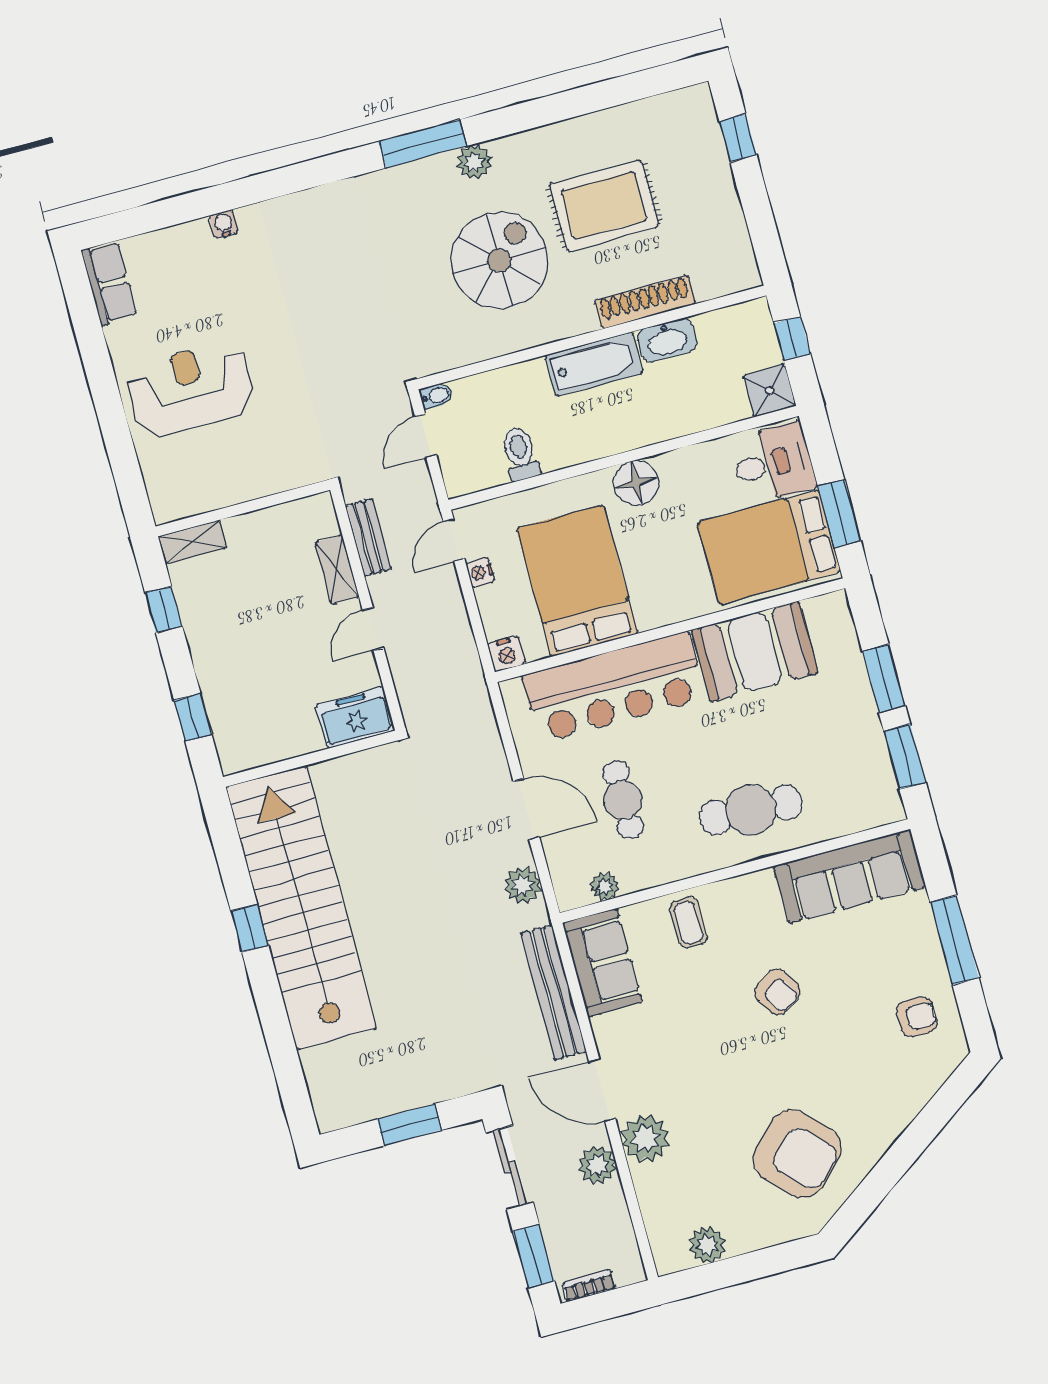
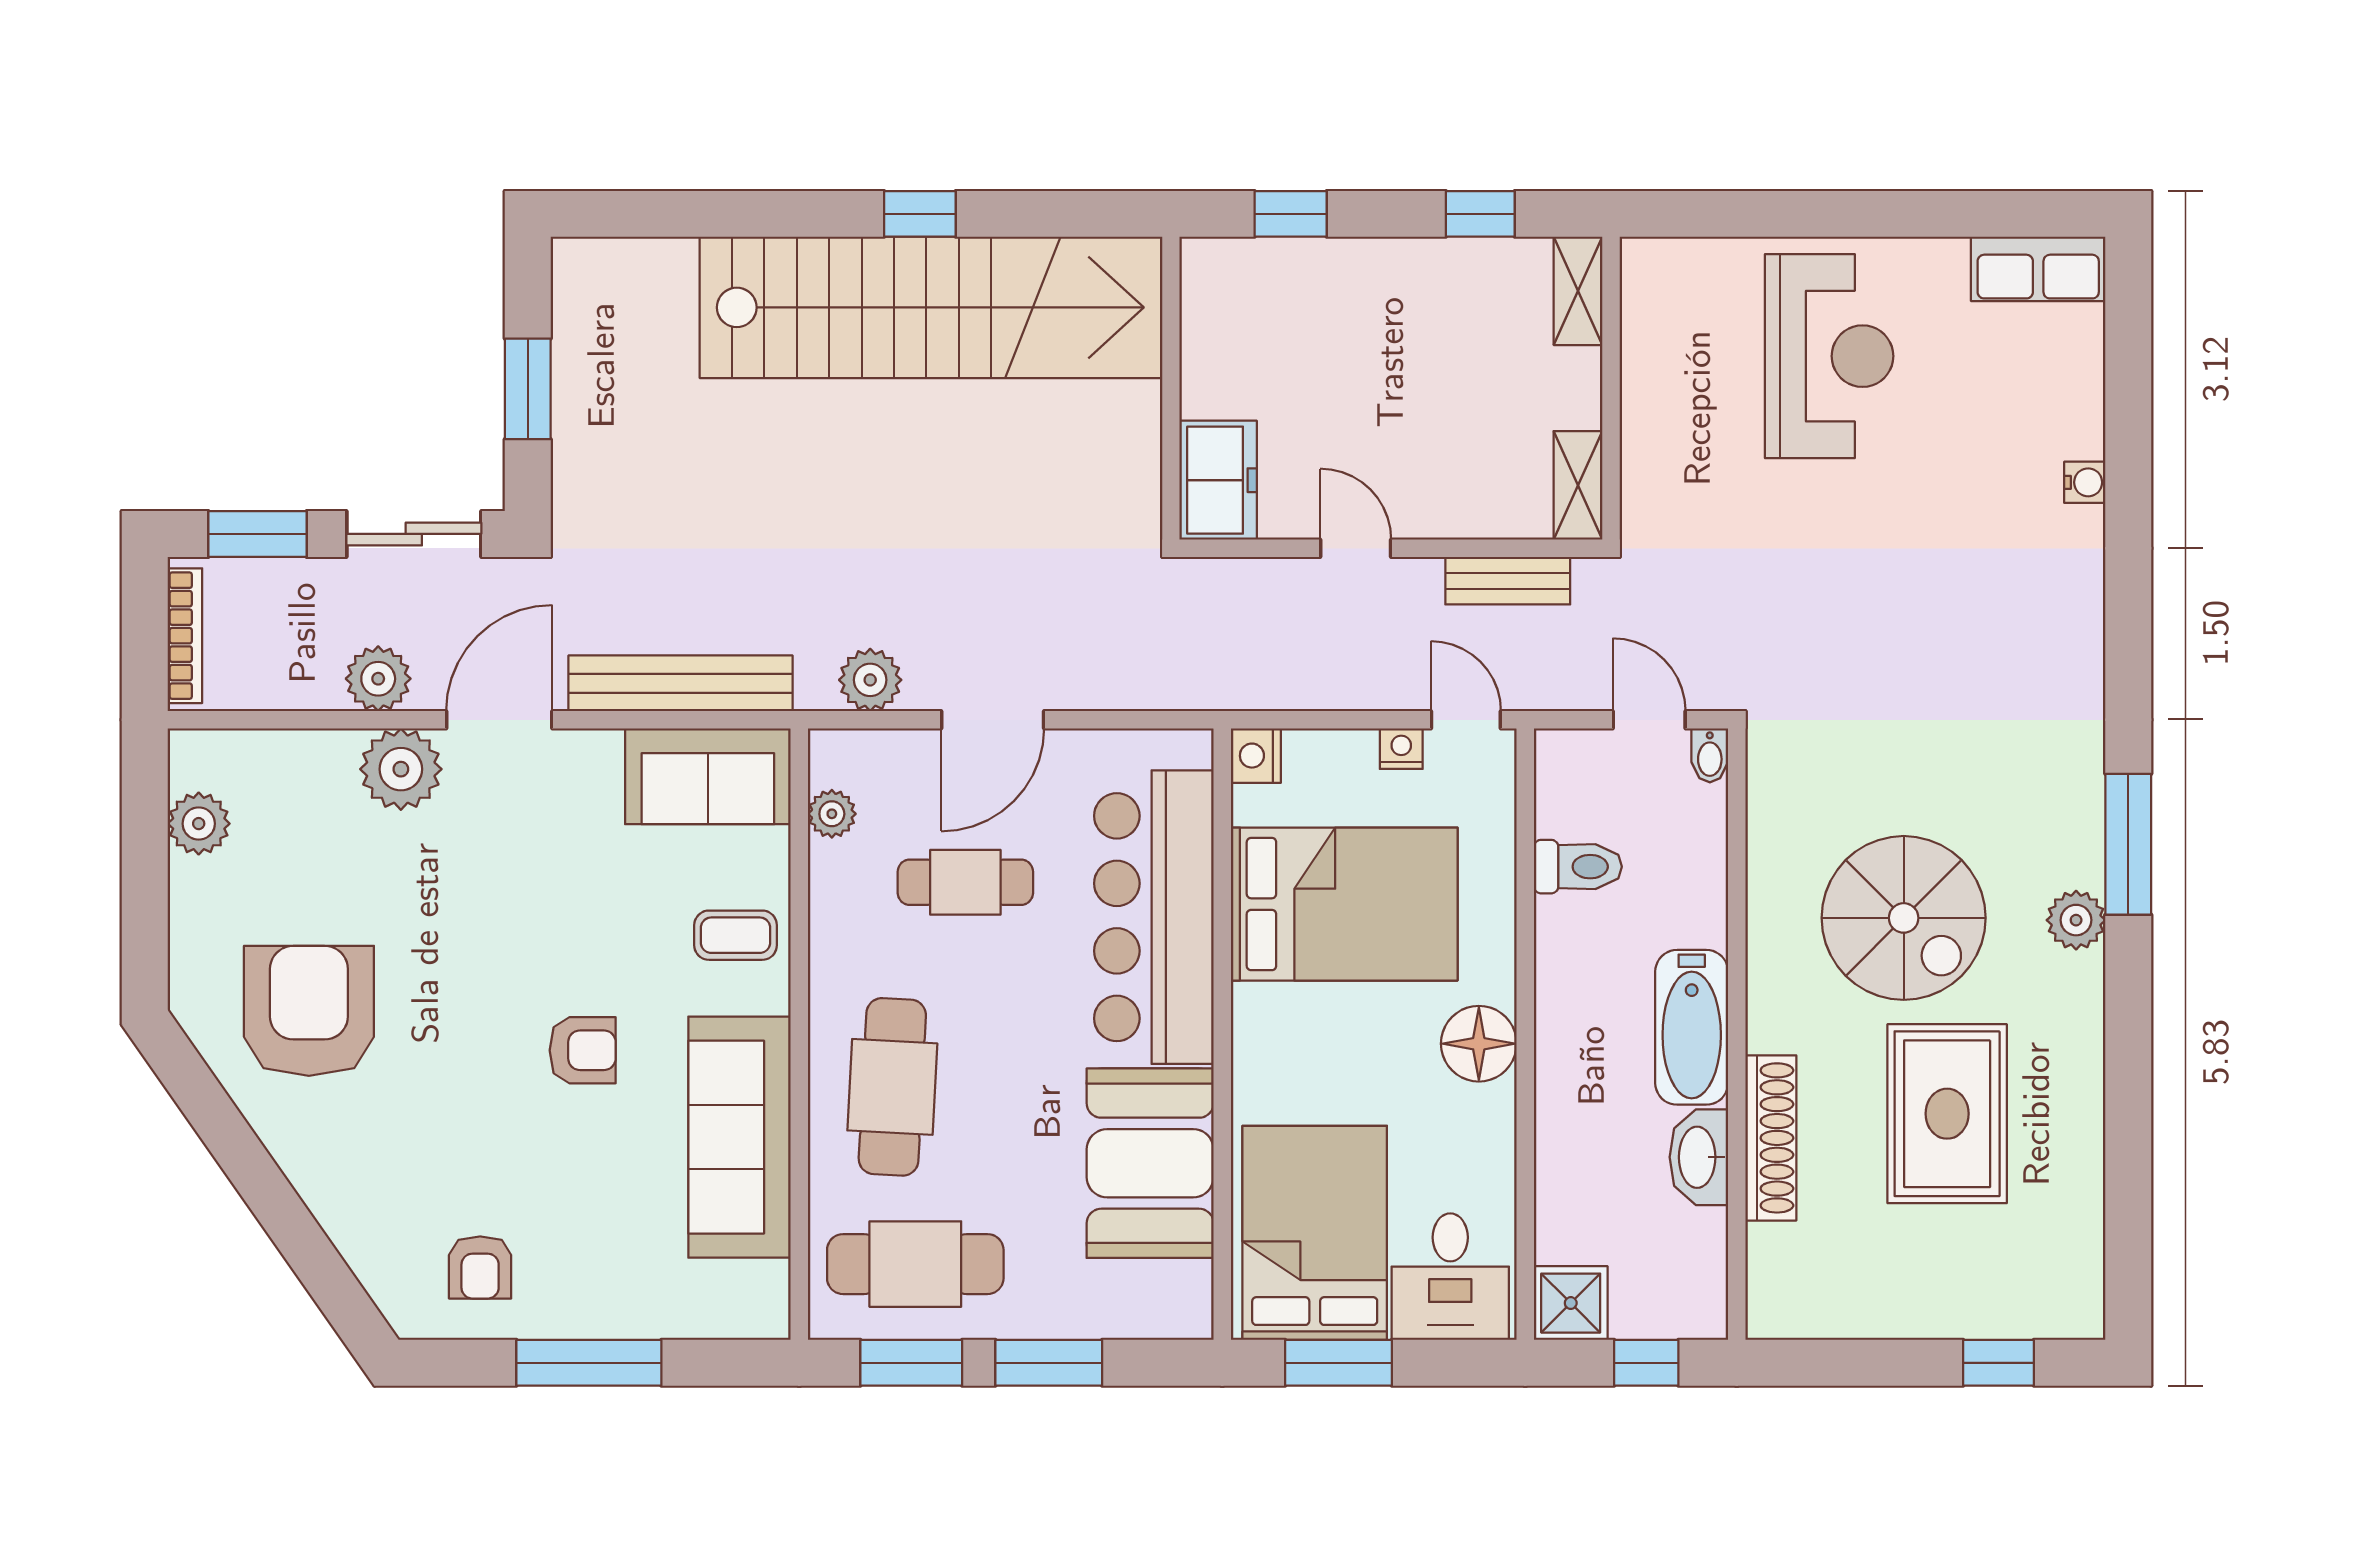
shelving: (337, 570) -> (1578, 485), moved, turned 90
cafe table: (848, 770) -> (915, 1264), added
sofa: (850, 877) -> (740, 1137), moved
armchair: (777, 992) -> (583, 1050), turned -147
armchair: (797, 1154) -> (309, 1011), turned 135
bookcase: (589, 1286) -> (185, 636), width x1.56

